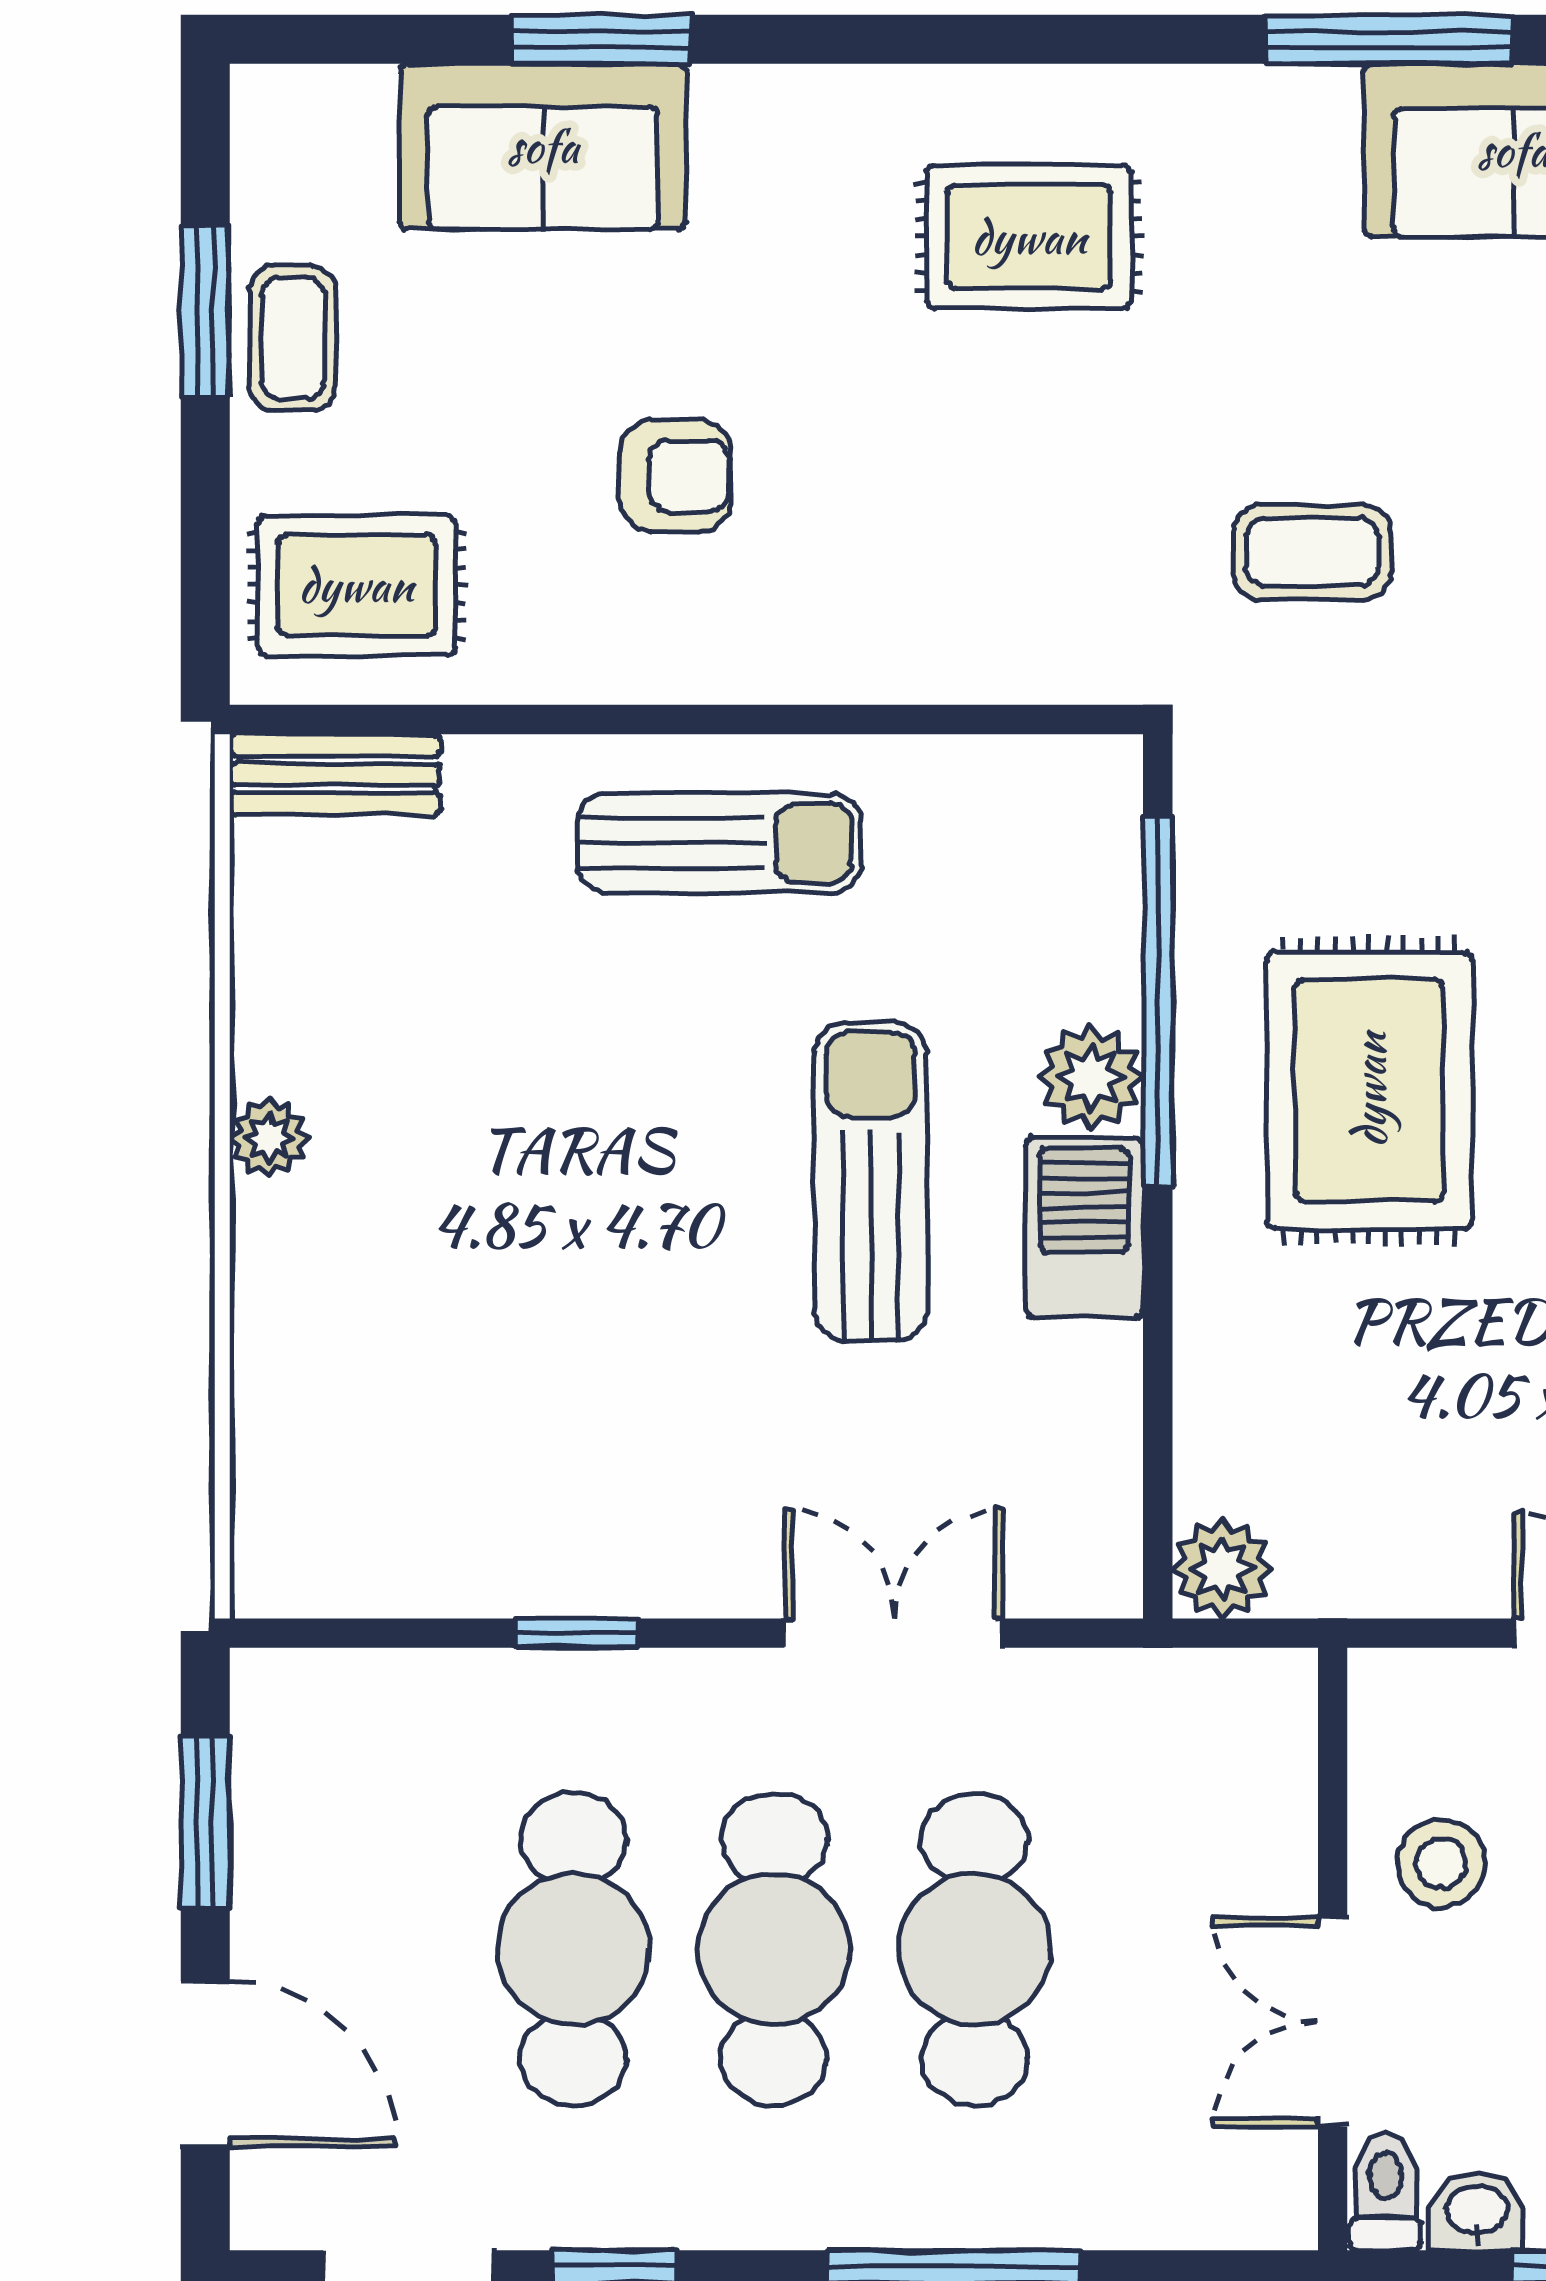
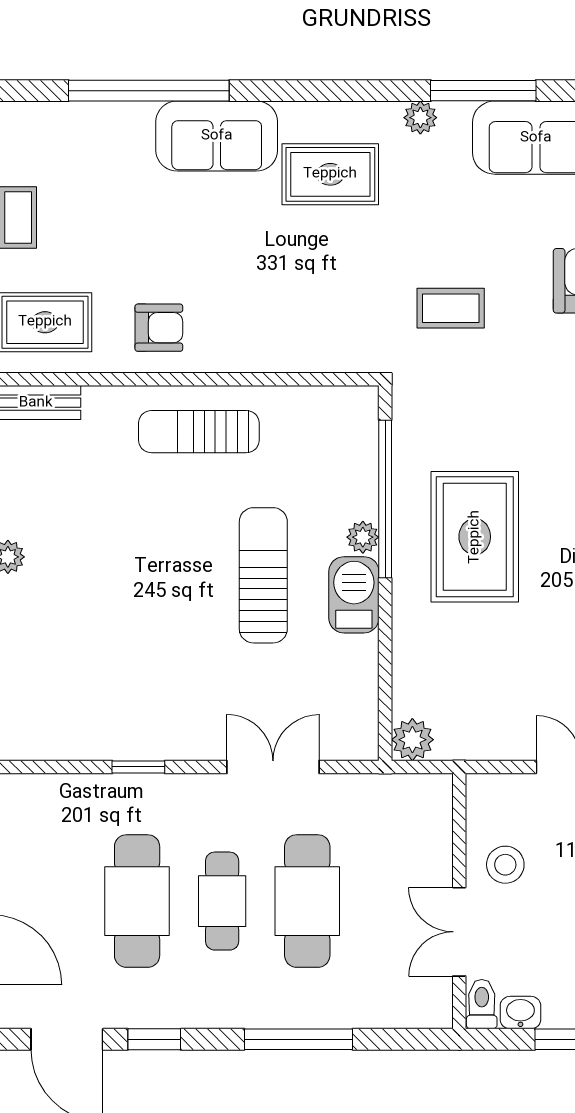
window: (601, 39) -> (149, 91), width x2.11
plant: (1241, 103) -> (420, 118), added
sofa: (543, 146) -> (217, 136), moved
armchair: (675, 476) -> (159, 328), moved
sun lounger: (719, 843) -> (199, 432), turned 180
plant: (1091, 1077) -> (363, 537), width x0.73, depth x0.73
cafe table: (774, 1949) -> (222, 901), width x0.73, depth x0.74

